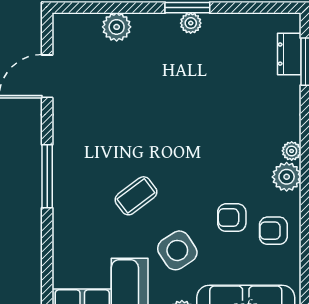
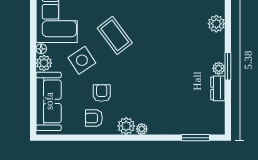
dresser: (289, 54) -> (218, 88), moved, turned -90
coffee table: (136, 196) -> (115, 35), width x1.36, depth x1.30
armchair: (273, 231) -> (94, 118), turned -90

